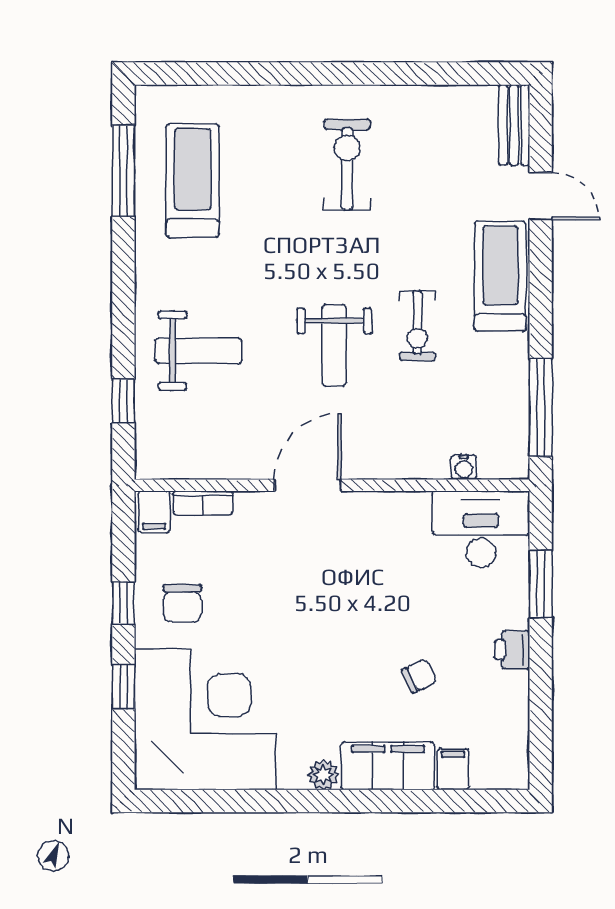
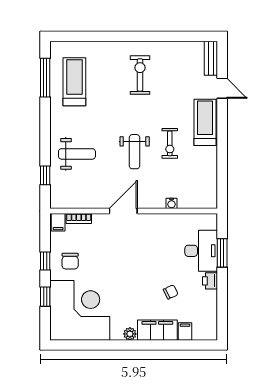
window: (541, 408) -> (222, 178), removed
water cooler: (464, 467) -> (171, 203), moved
desk: (481, 529) -> (201, 251), moved, turned 90

